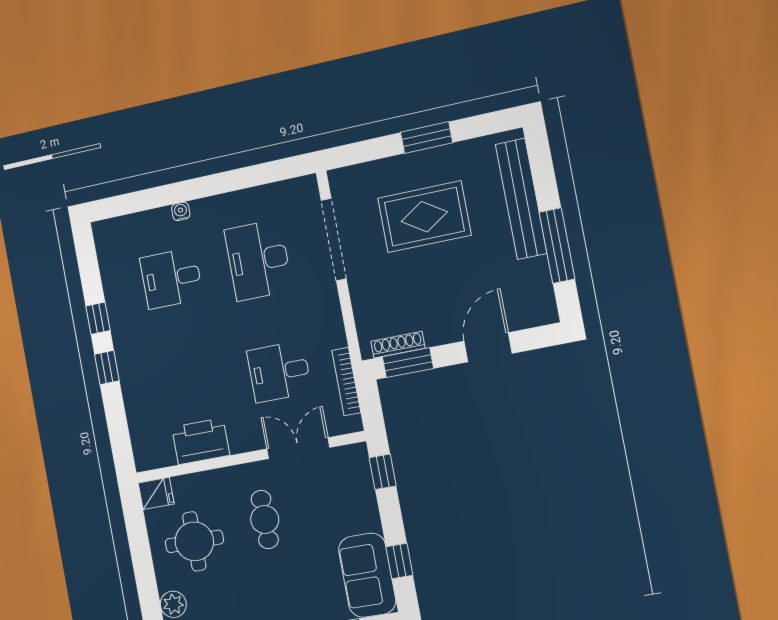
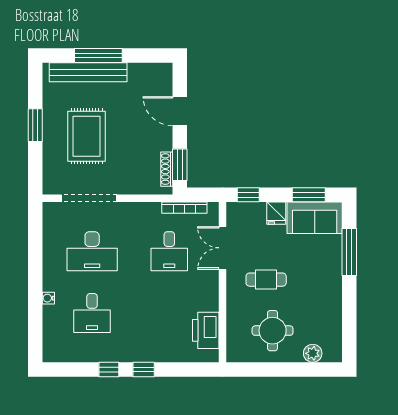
window: (557, 246) -> (98, 56), moved
printer: (201, 441) -> (206, 330), moved
fridge: (156, 493) -> (276, 213), moved, turned 180
window: (399, 561) -> (309, 195), width x1.50

